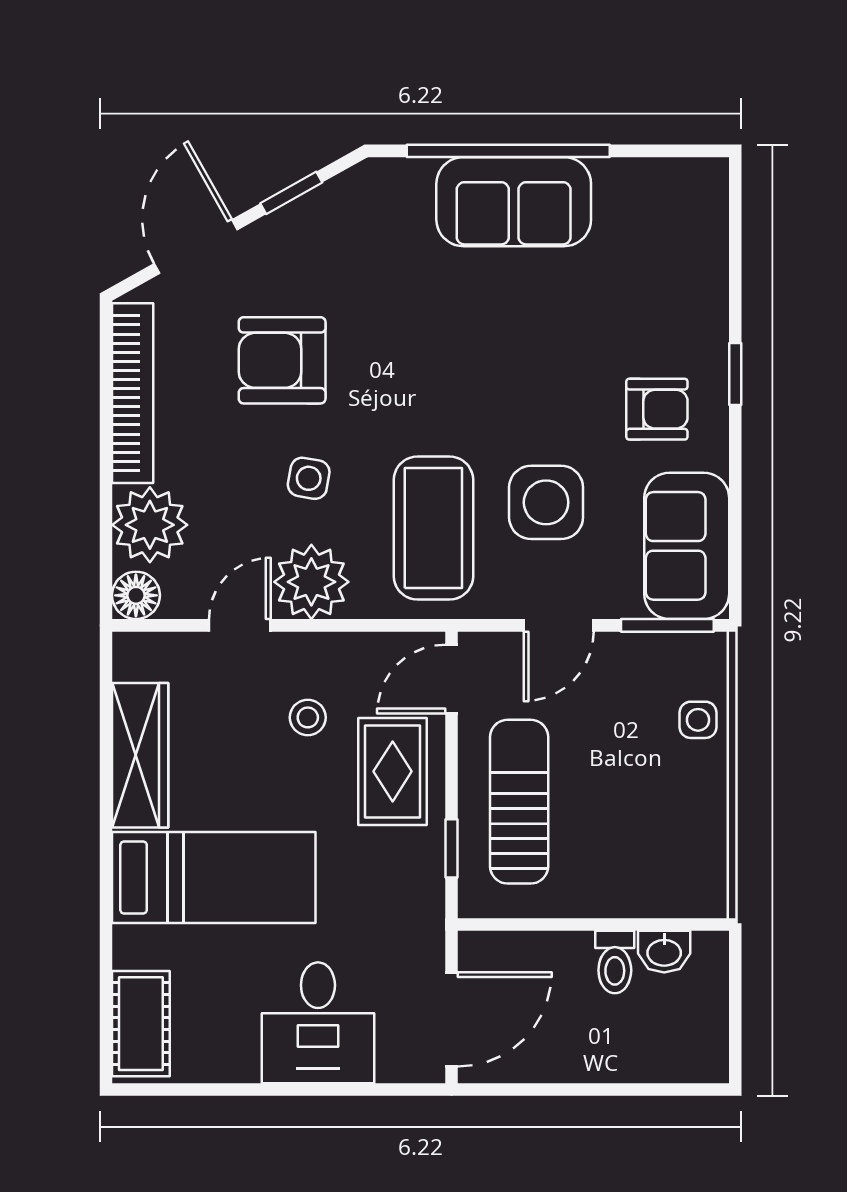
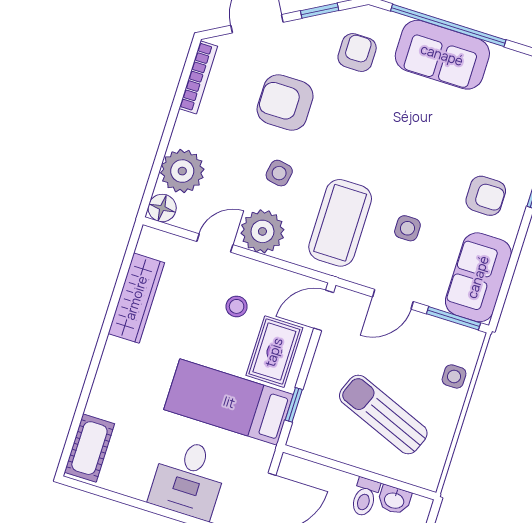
armchair: (374, 242) -> (357, 52), added
bookcase: (133, 393) -> (198, 77), width x0.68, depth x0.76
side table: (546, 502) -> (407, 228), width x0.54, depth x0.54
sun lounger: (519, 802) -> (383, 415), moved, turned -68
bed: (214, 878) -> (229, 402), moved, turned 180

